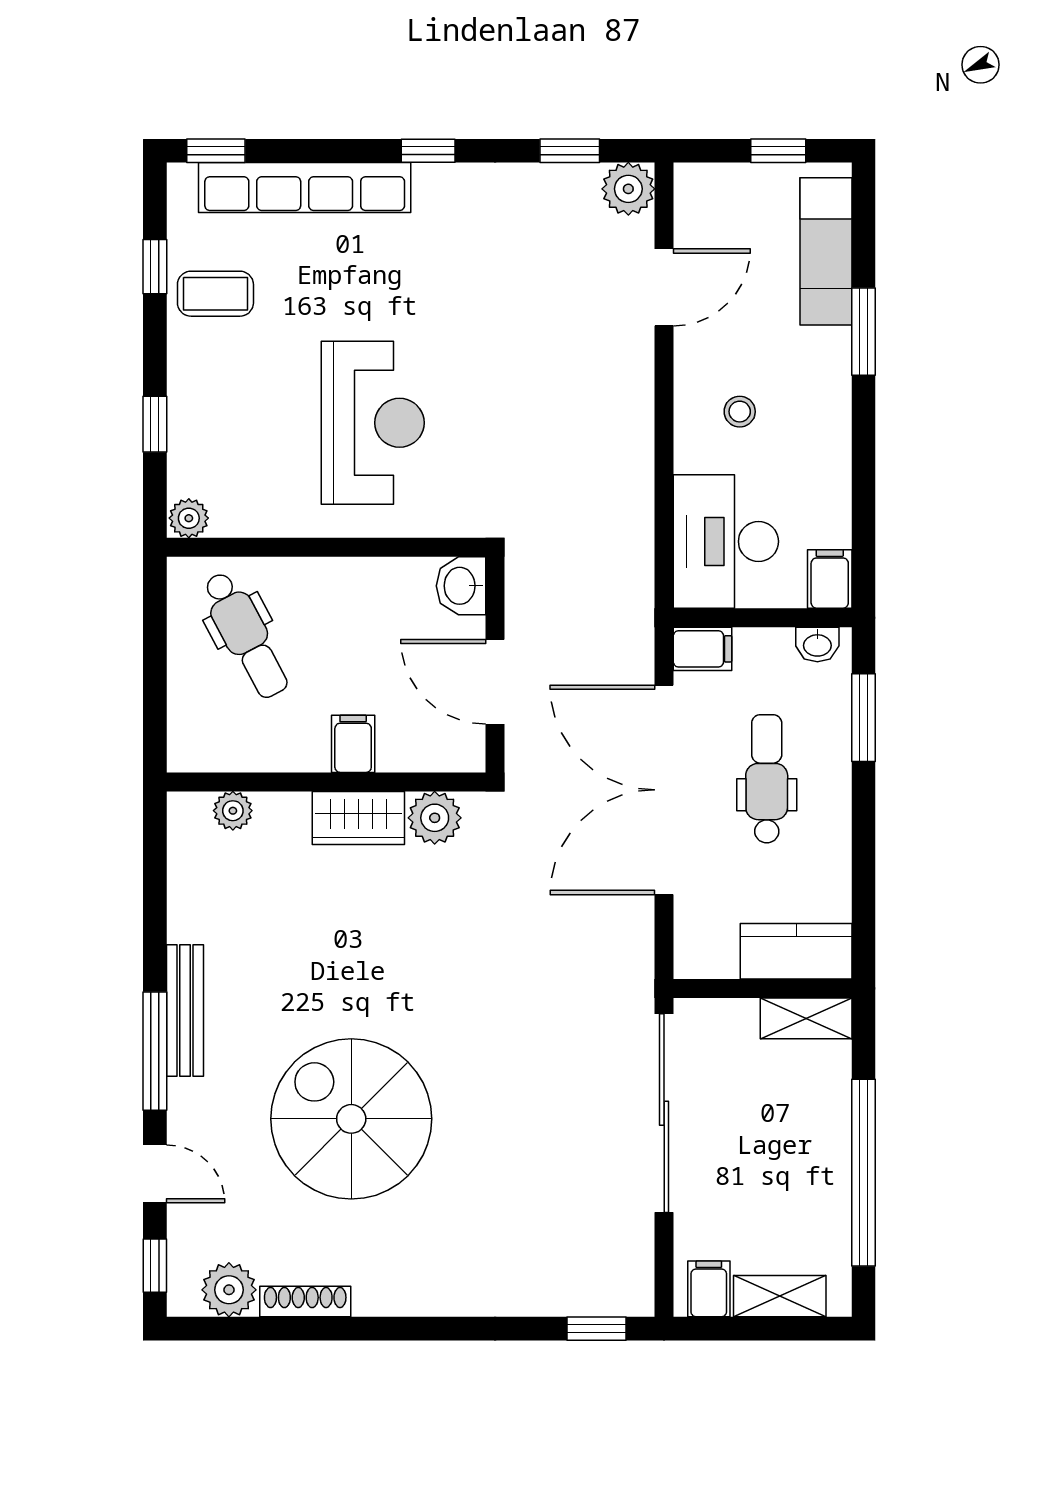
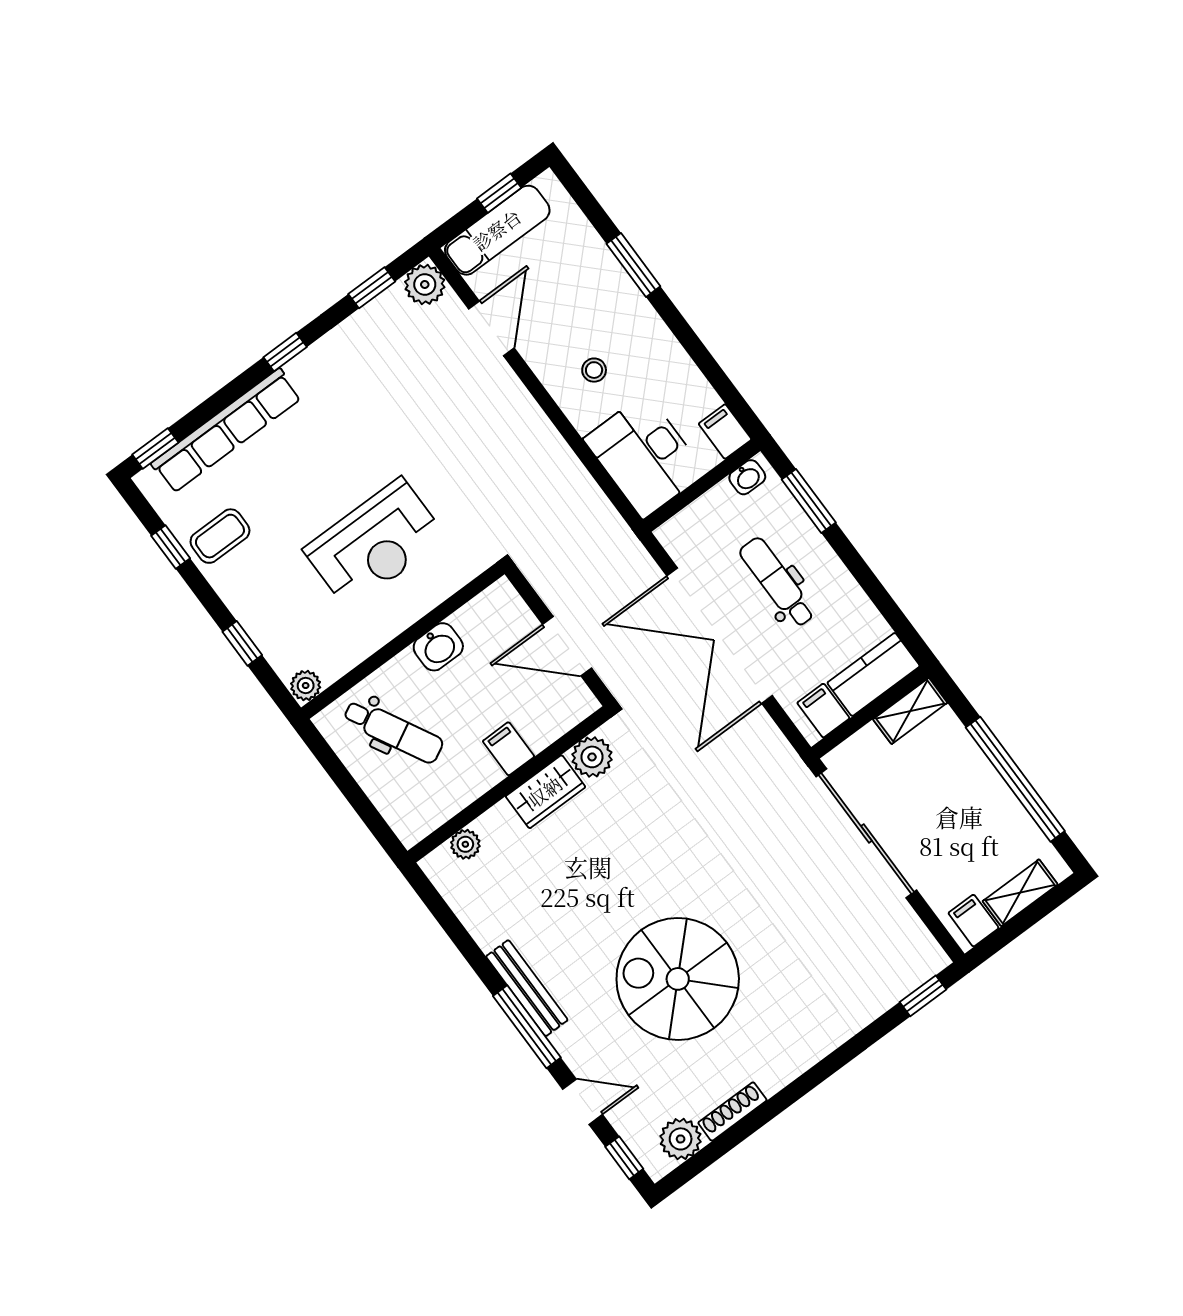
exam couch: (826, 251) -> (497, 230), moved, turned -90
reception desk: (373, 423) -> (375, 544), turned 90
washbasin: (461, 586) -> (438, 647), moved, turned -90
filing cabinet: (702, 649) -> (823, 711), moved, turned -90

